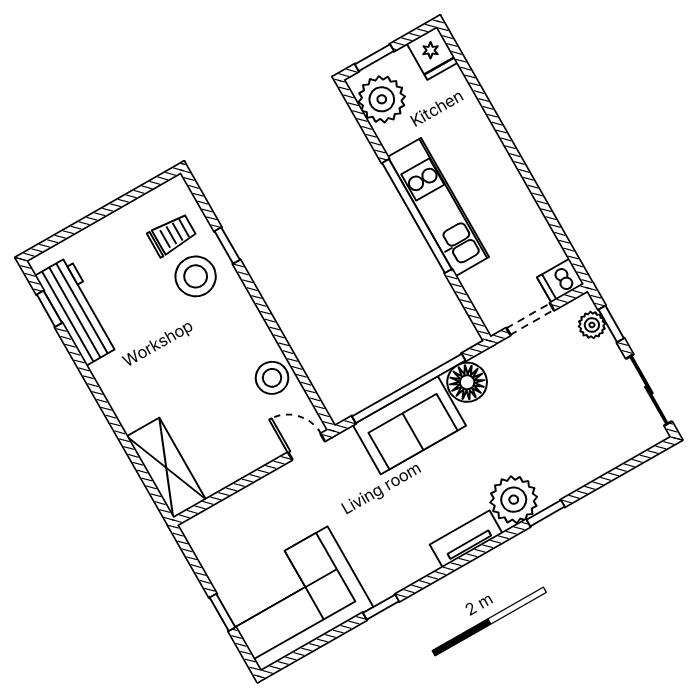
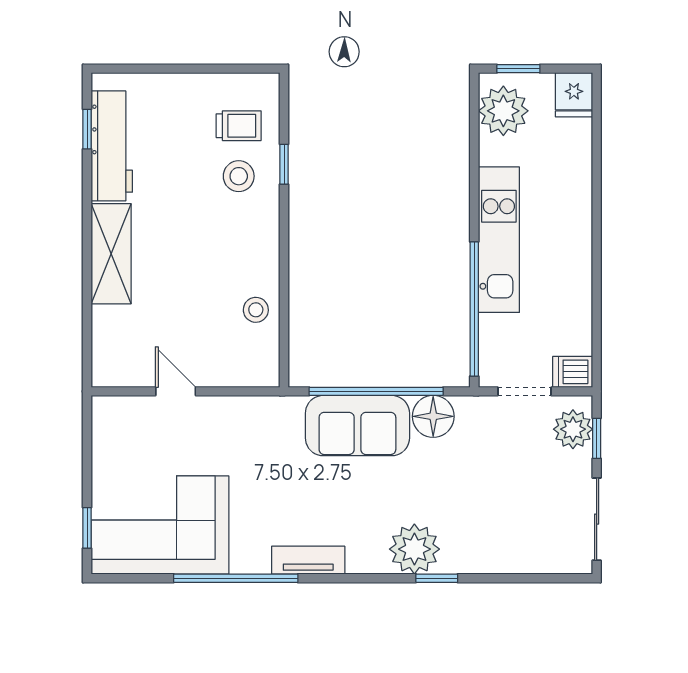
window: (417, 216) -> (474, 309), moved
stool: (196, 276) -> (239, 176), width x0.73, depth x0.73
plant: (592, 325) -> (573, 429), width x1.38, depth x1.38
stool: (272, 378) -> (256, 310), width x0.73, depth x0.73
door: (306, 447) -> (176, 391), moved
shelving: (166, 468) -> (111, 254), moved
tv unit: (466, 539) -> (308, 560), moved
window: (381, 607) -> (236, 578), width x3.17
window: (223, 612) -> (87, 528), moved

